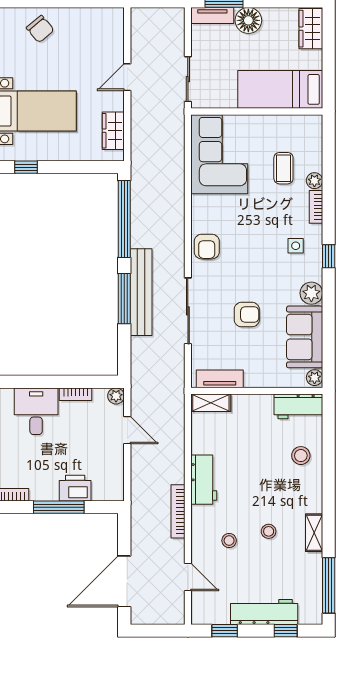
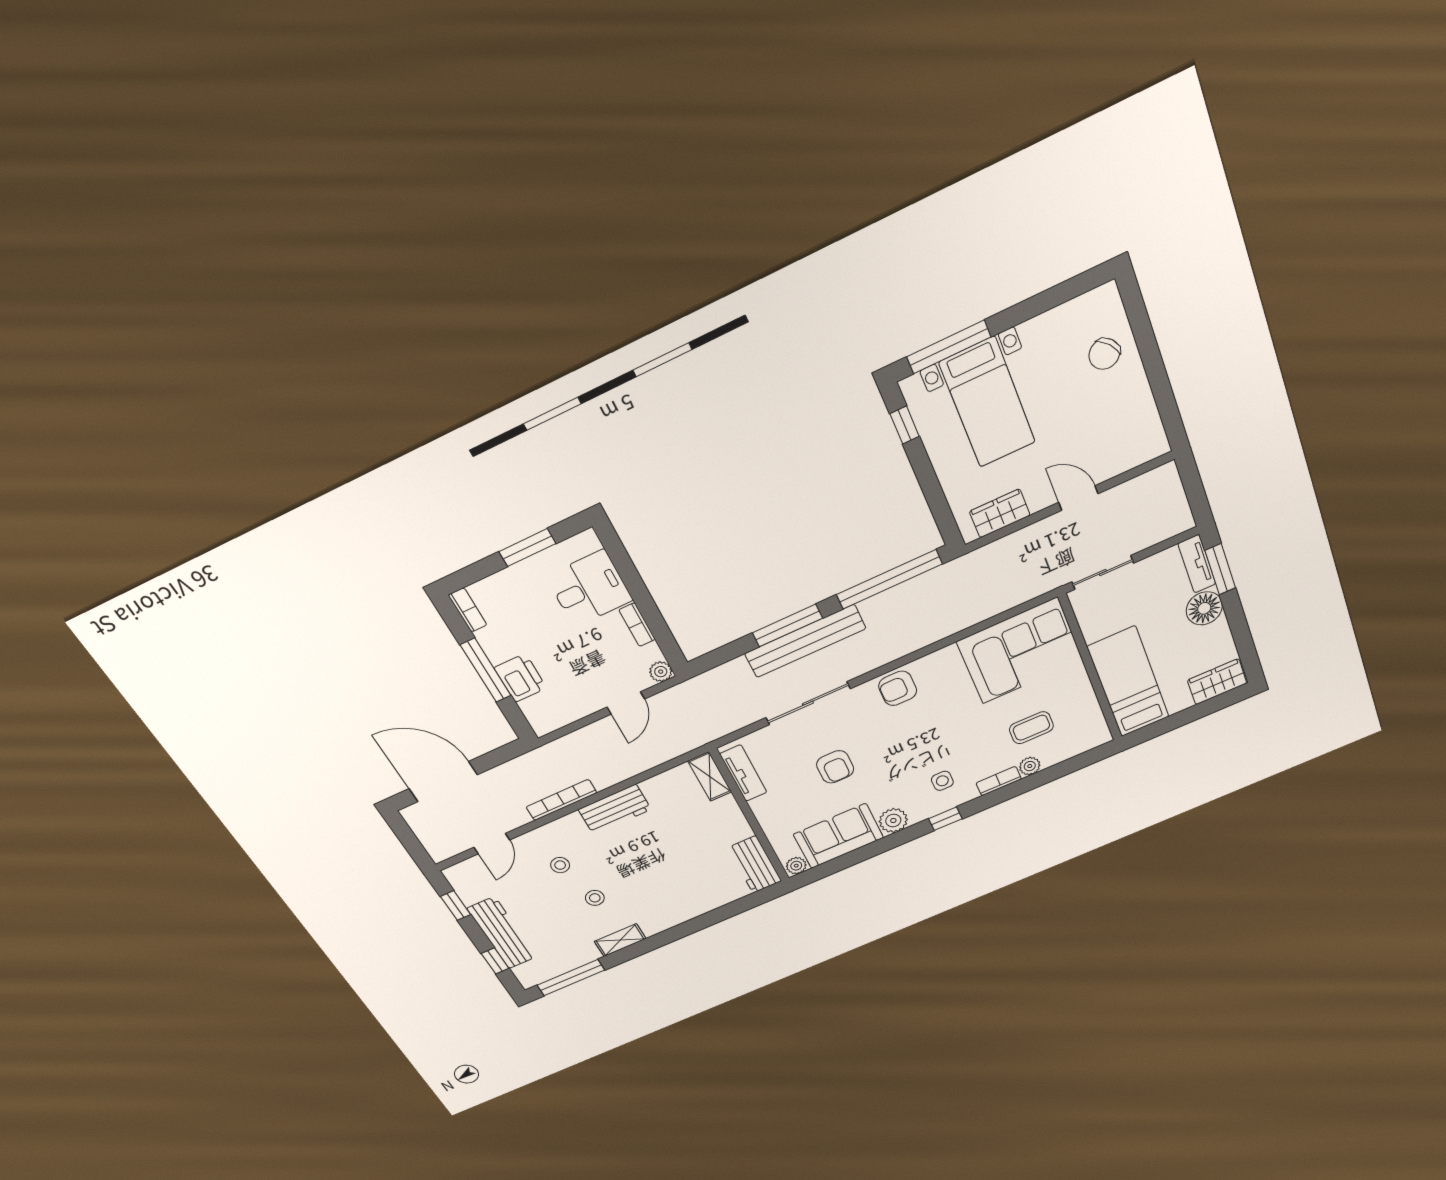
stool: (301, 456) -> (699, 891), removed

